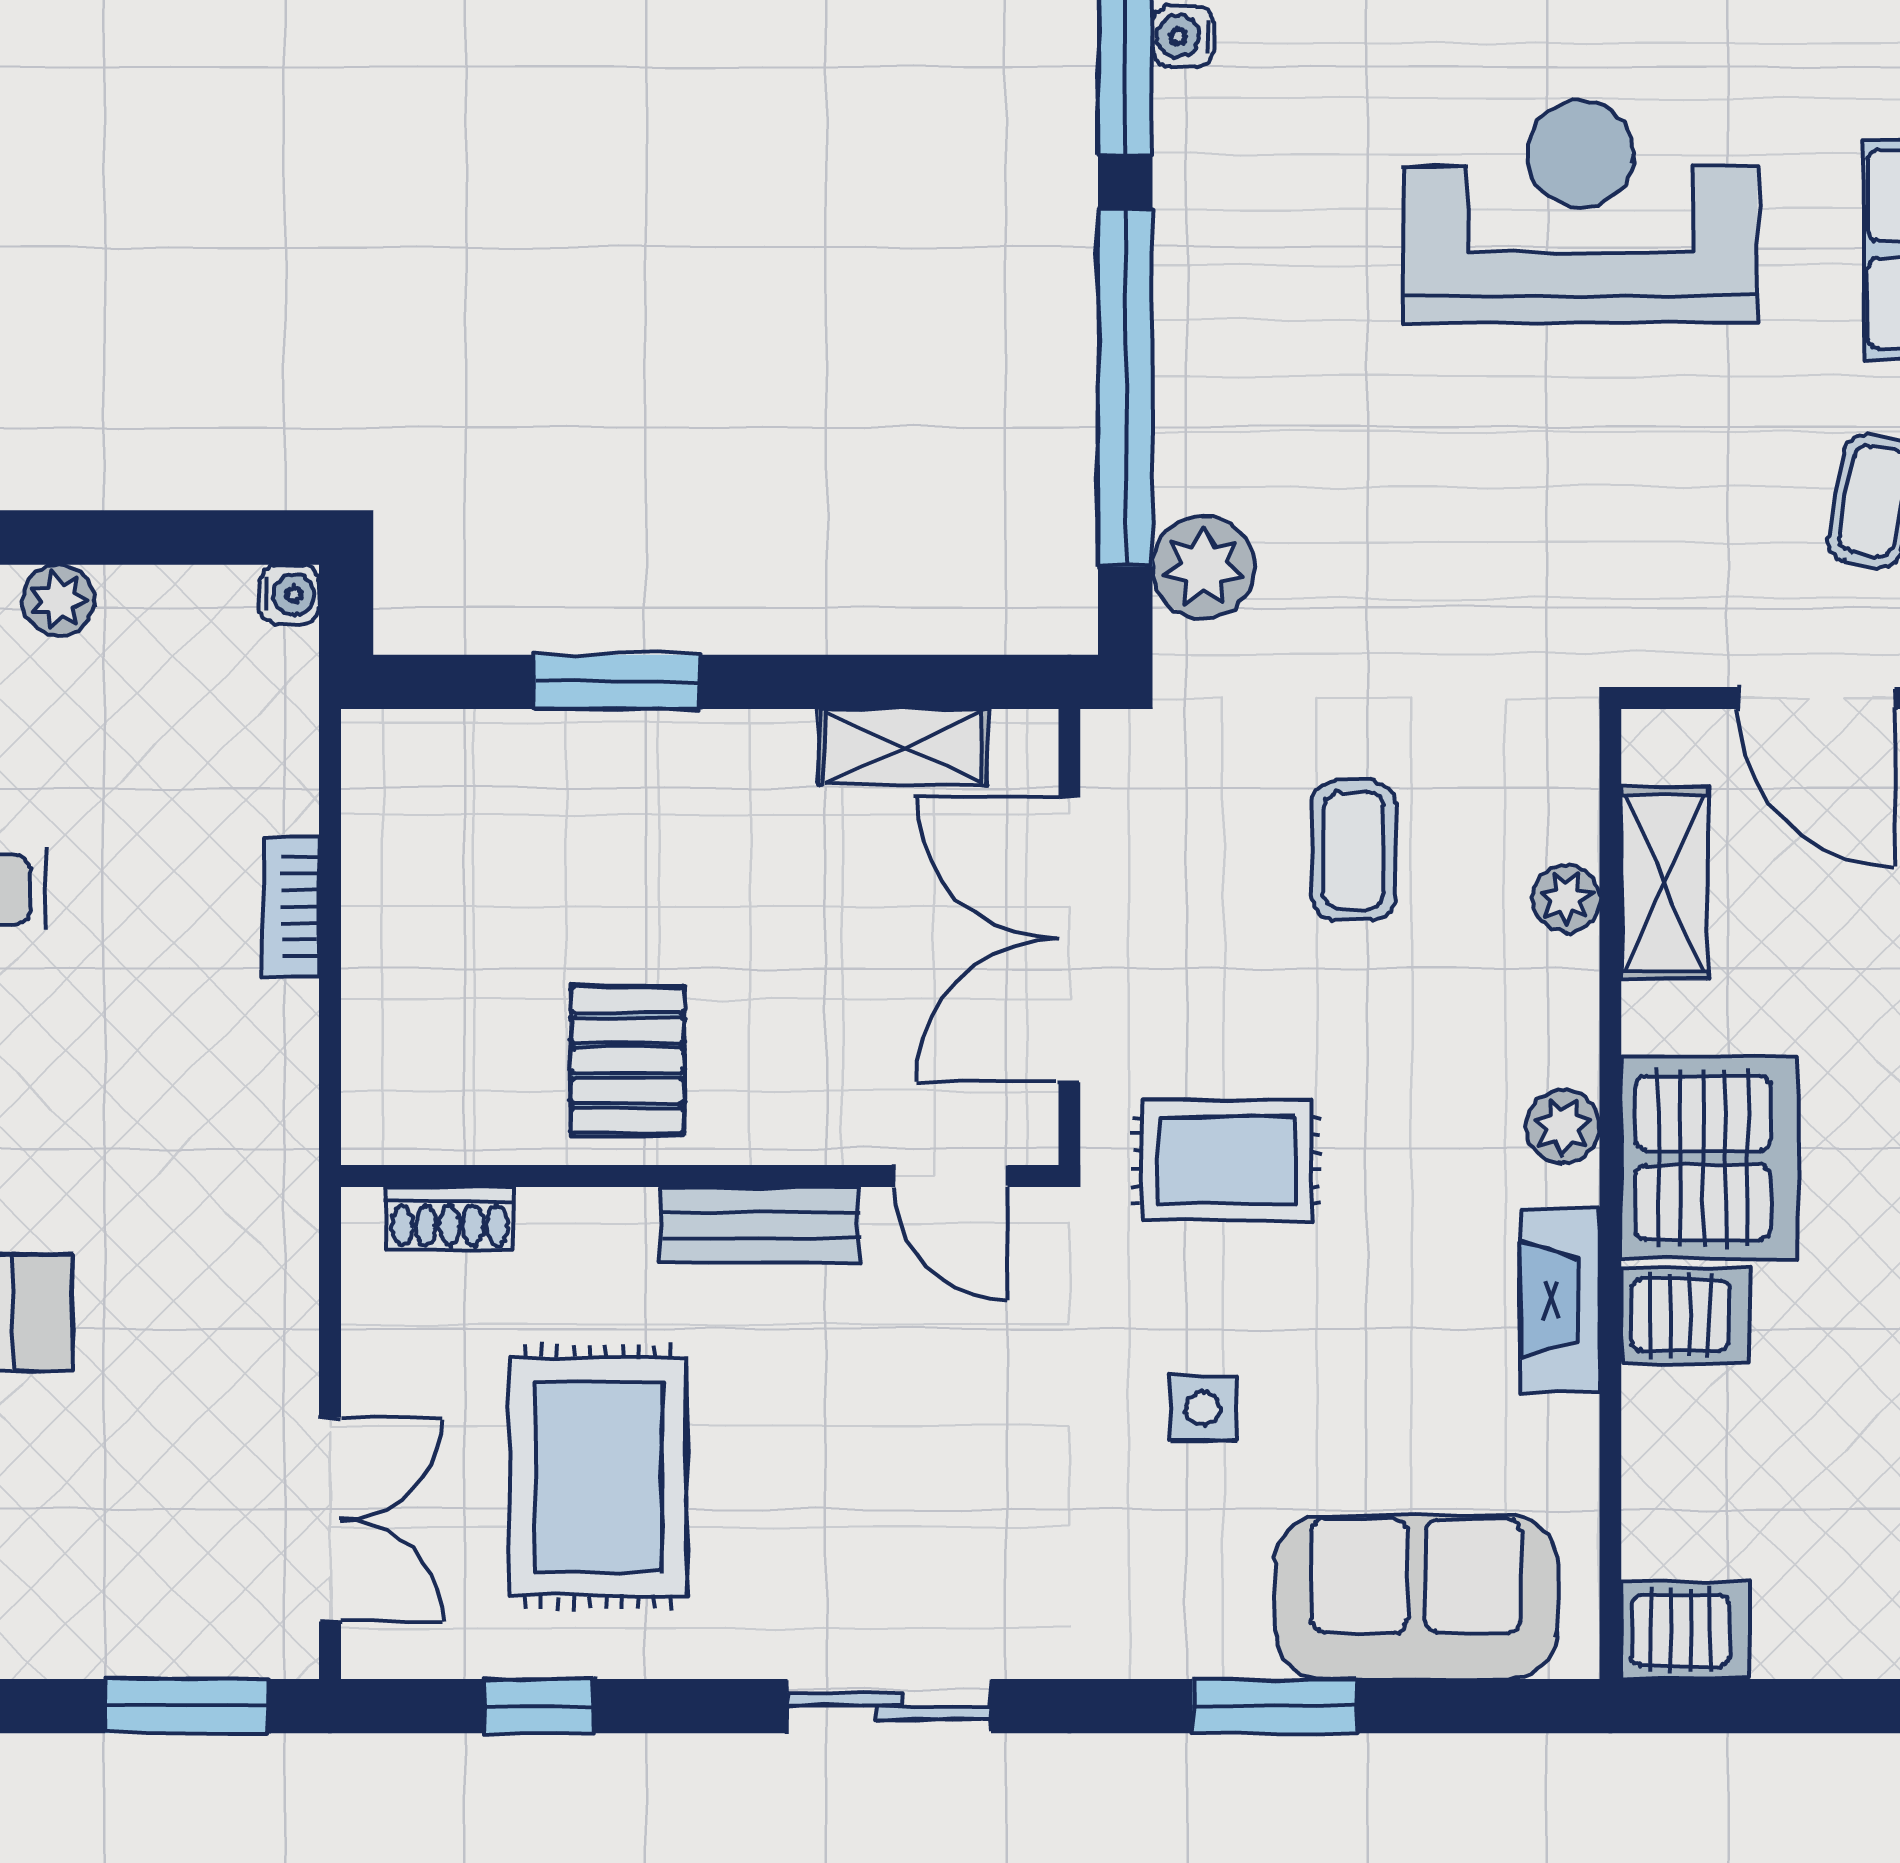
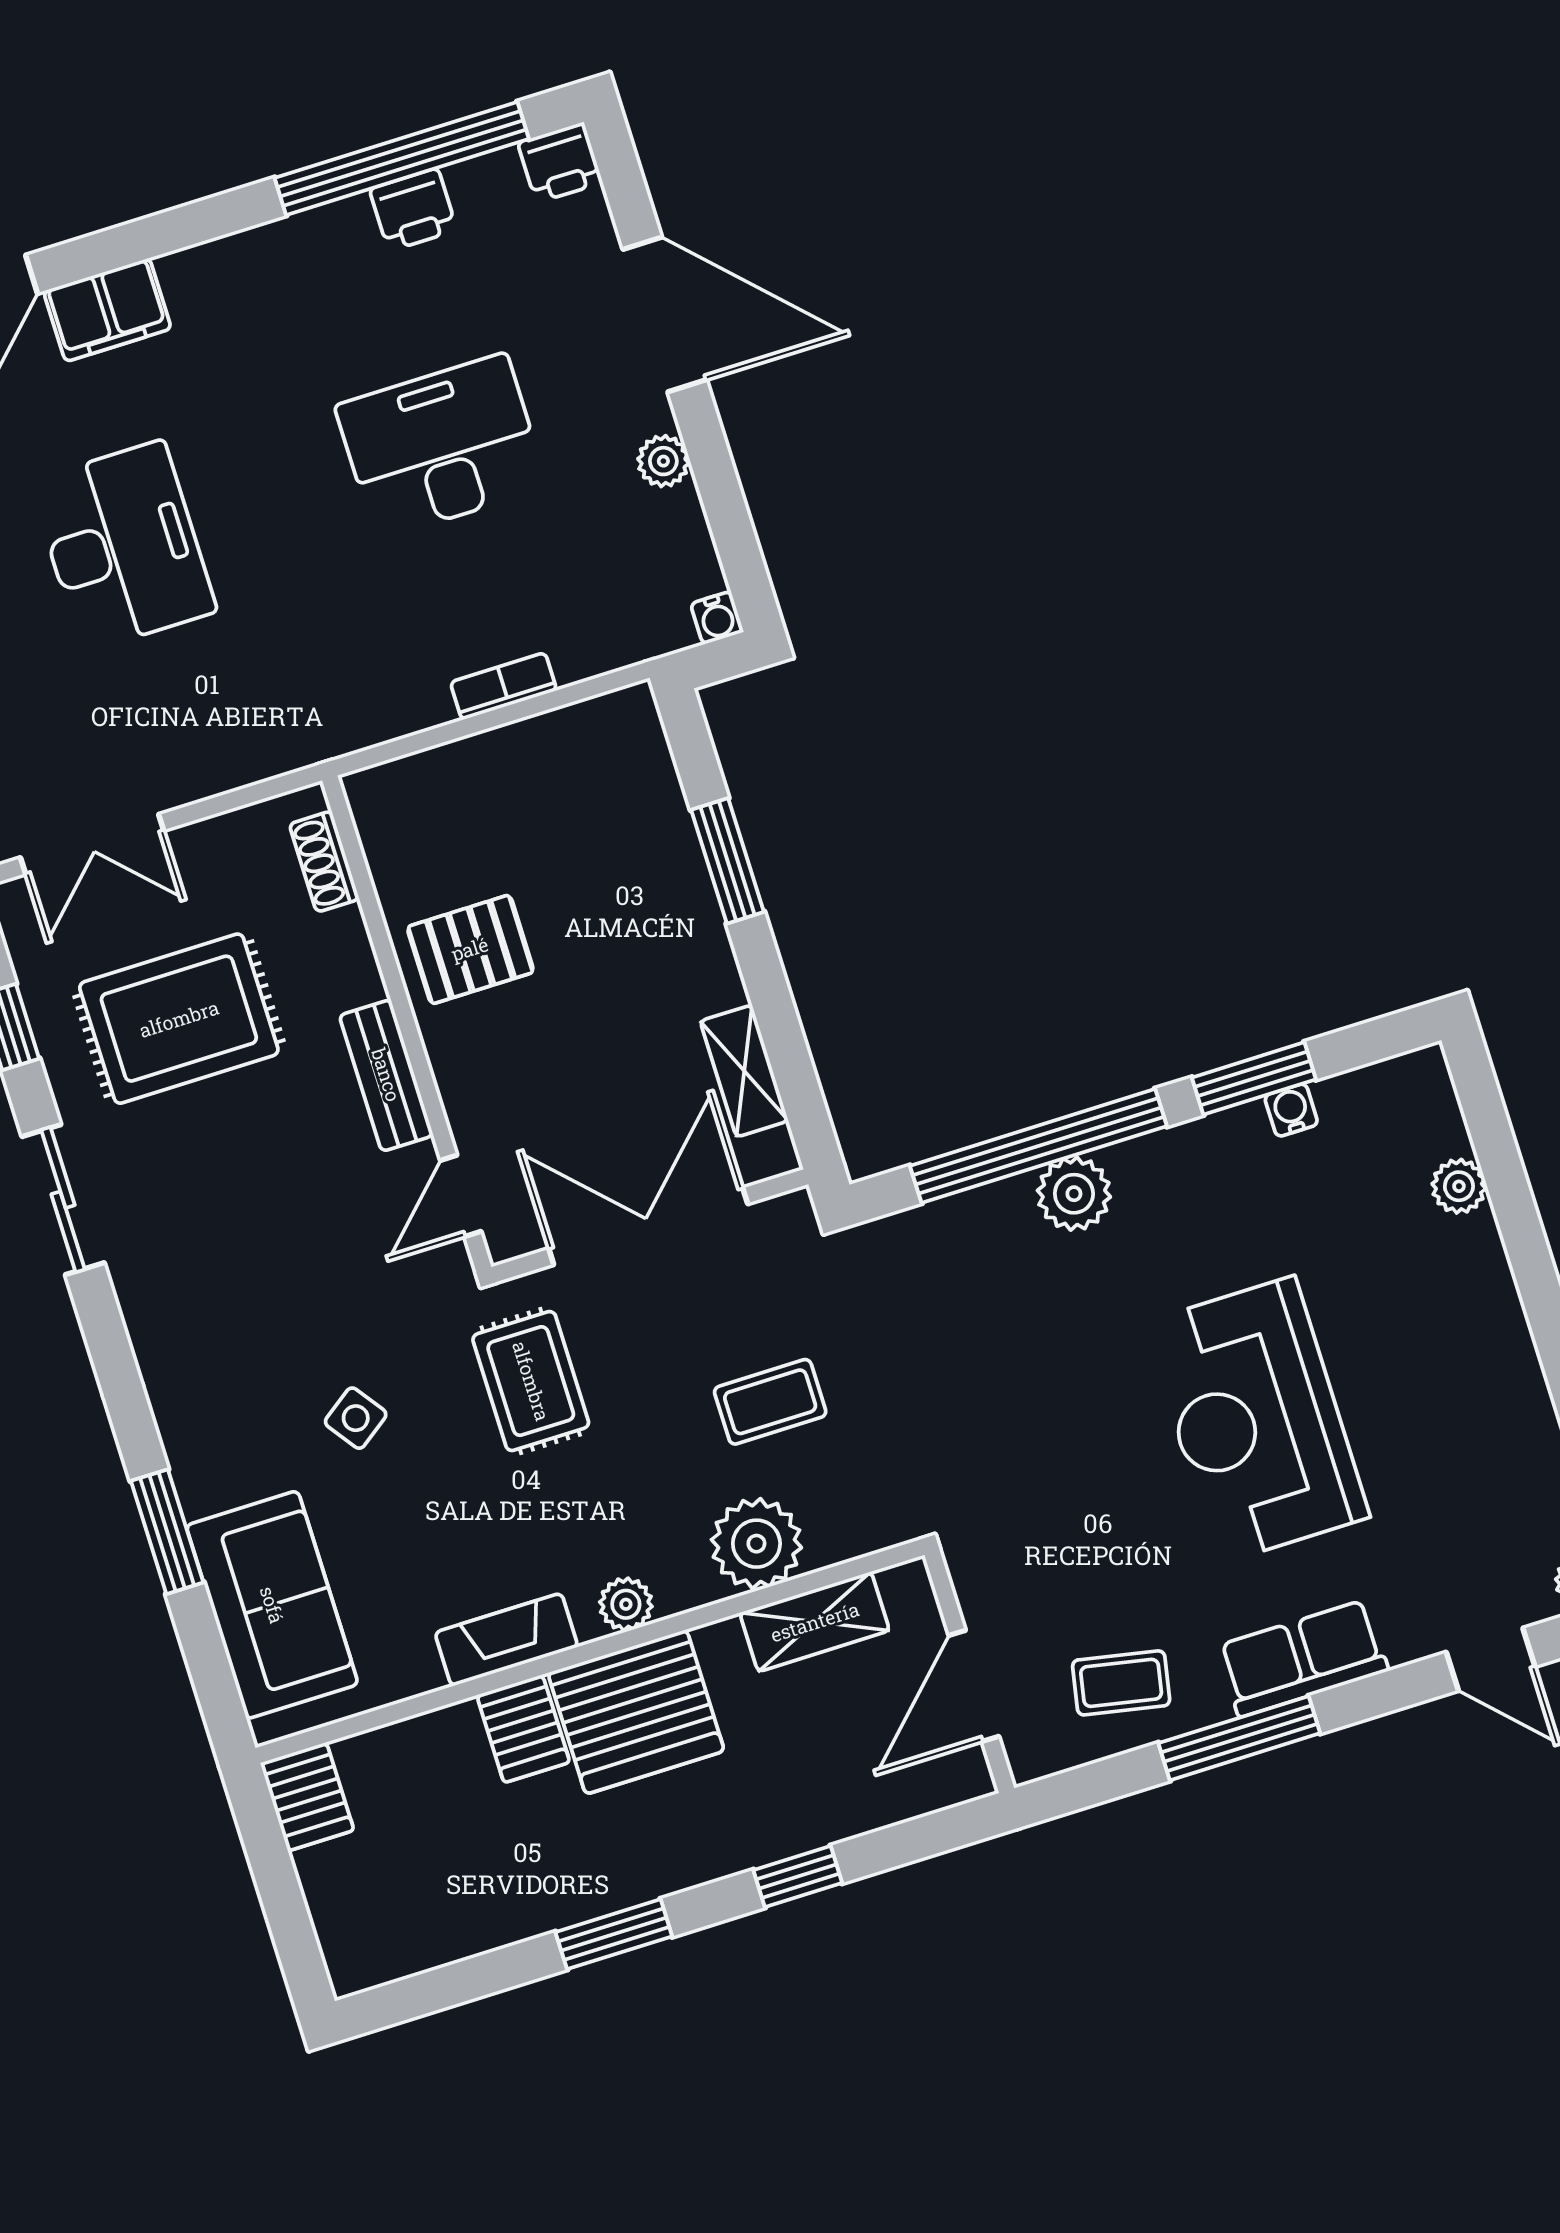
reception desk: (1580, 211) -> (1257, 1420), turned 180
plant: (1204, 568) -> (1074, 1194), moved
plant: (1566, 898) -> (756, 1544), width x1.88, depth x1.88
side table: (1203, 1408) -> (356, 1418), turned -36
sliding door: (889, 1706) -> (63, 1200), moved

